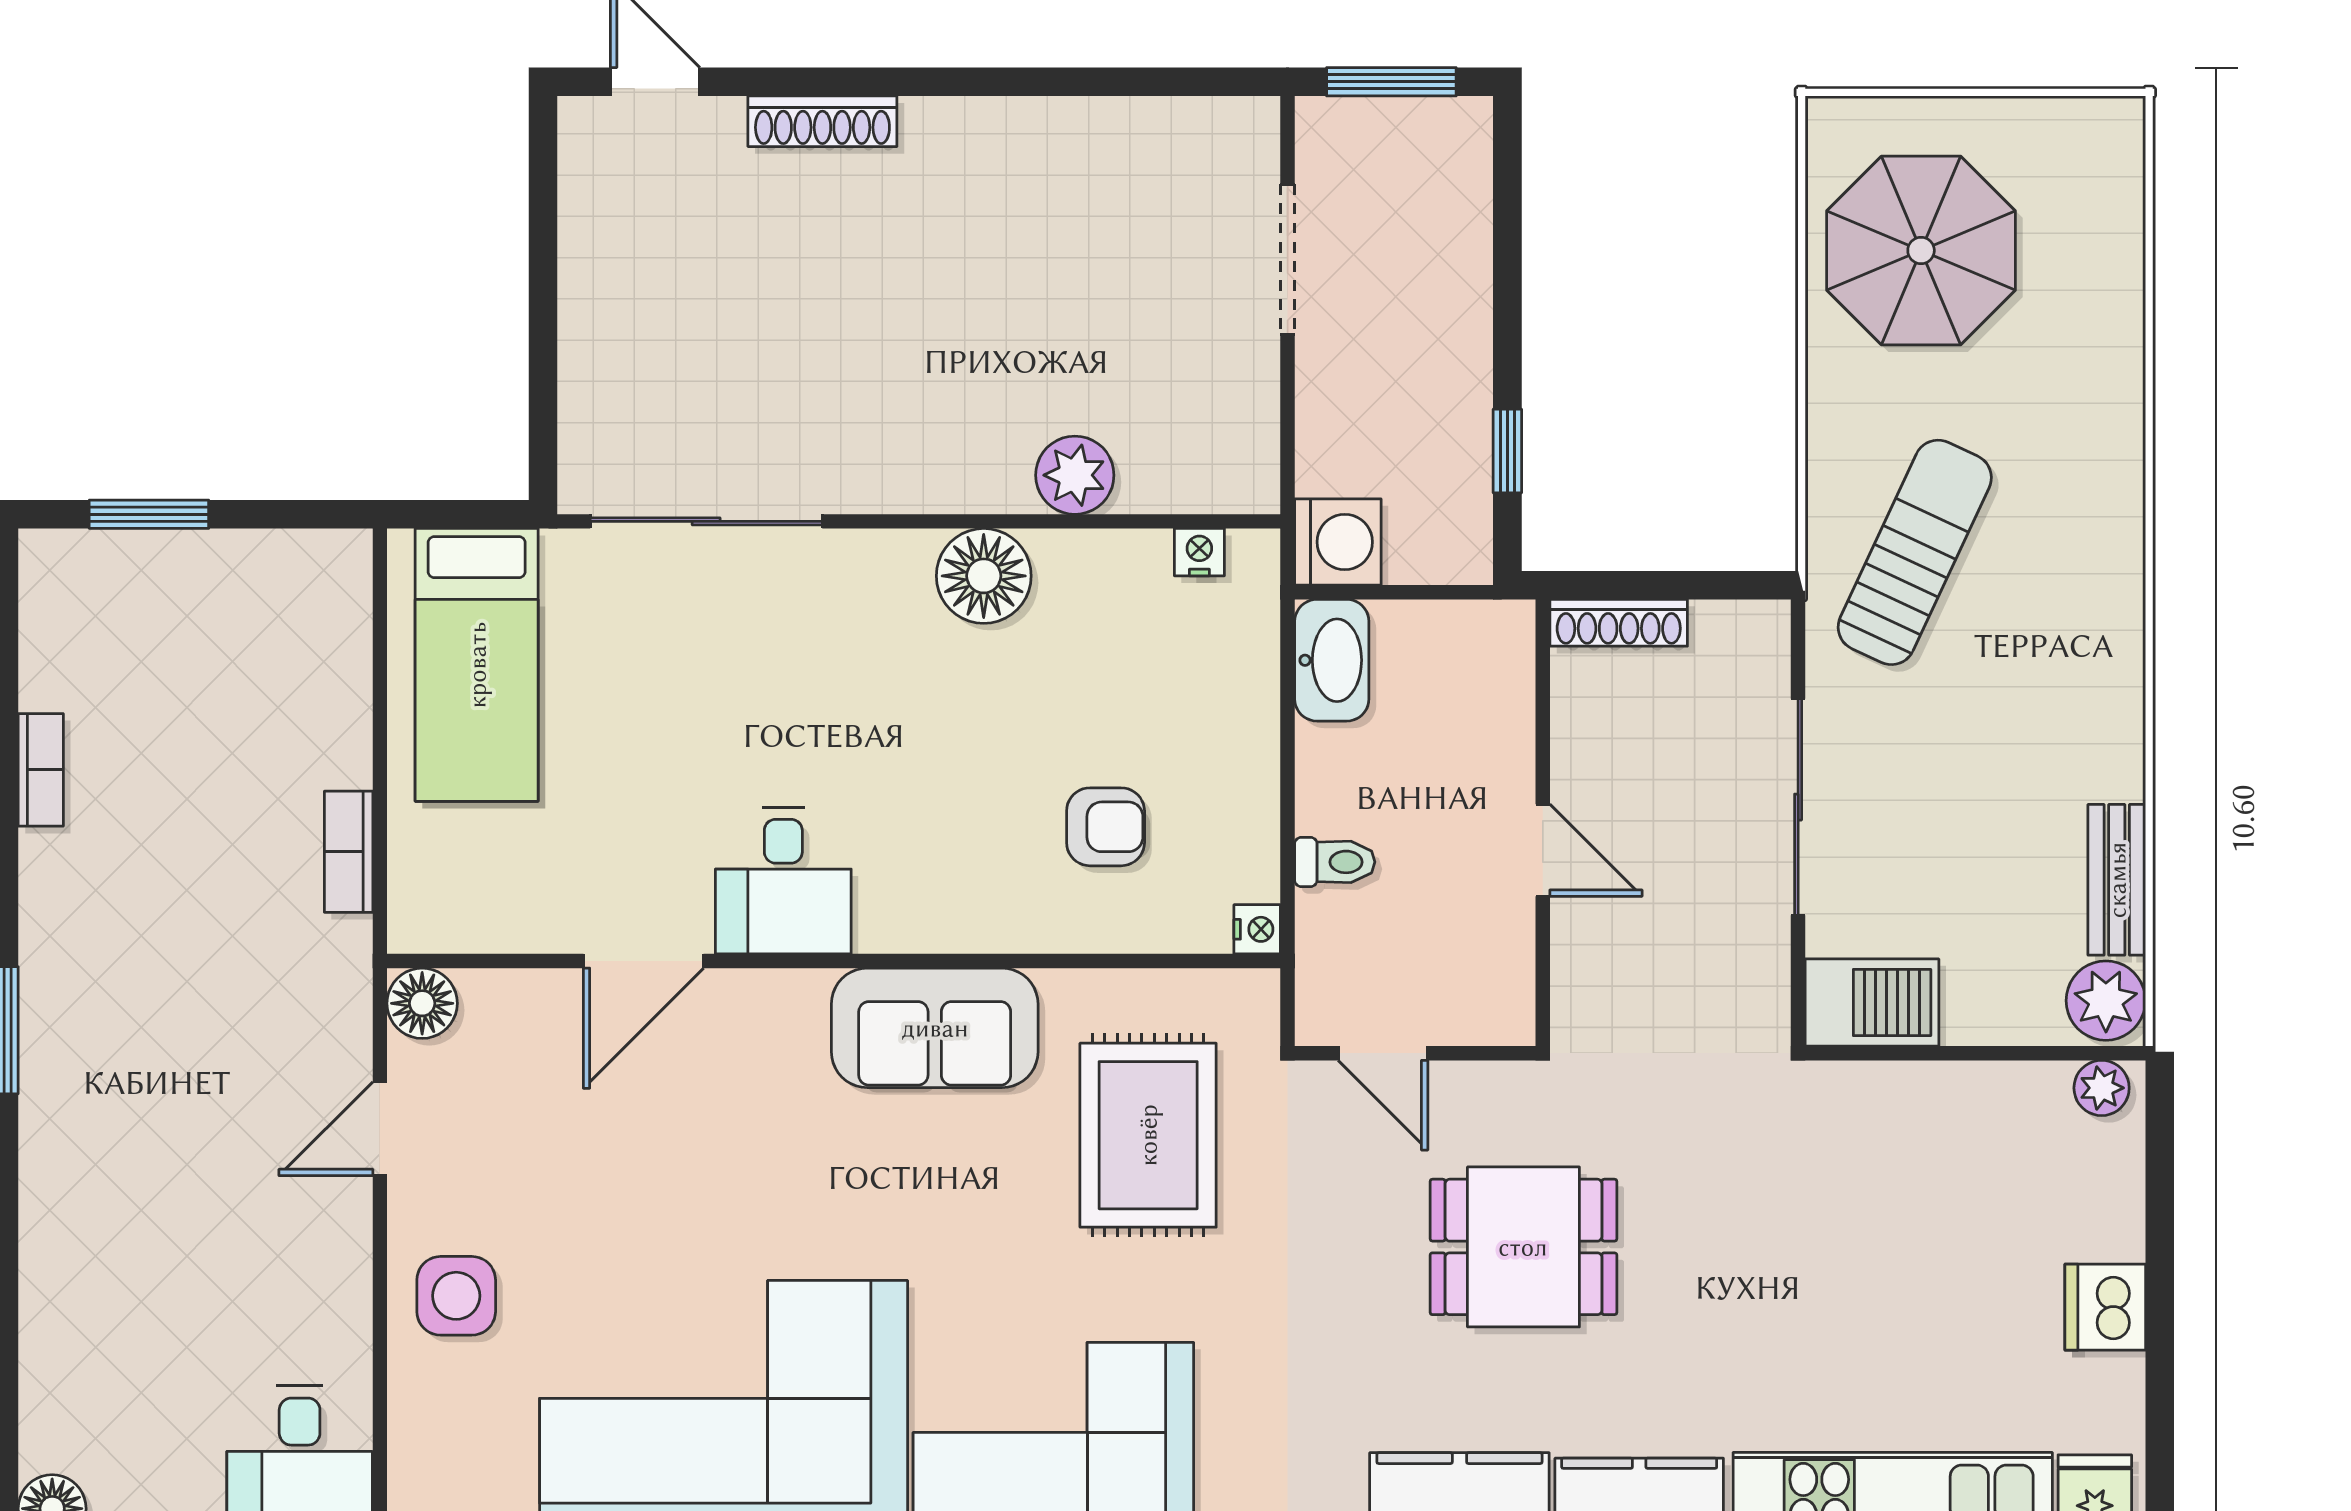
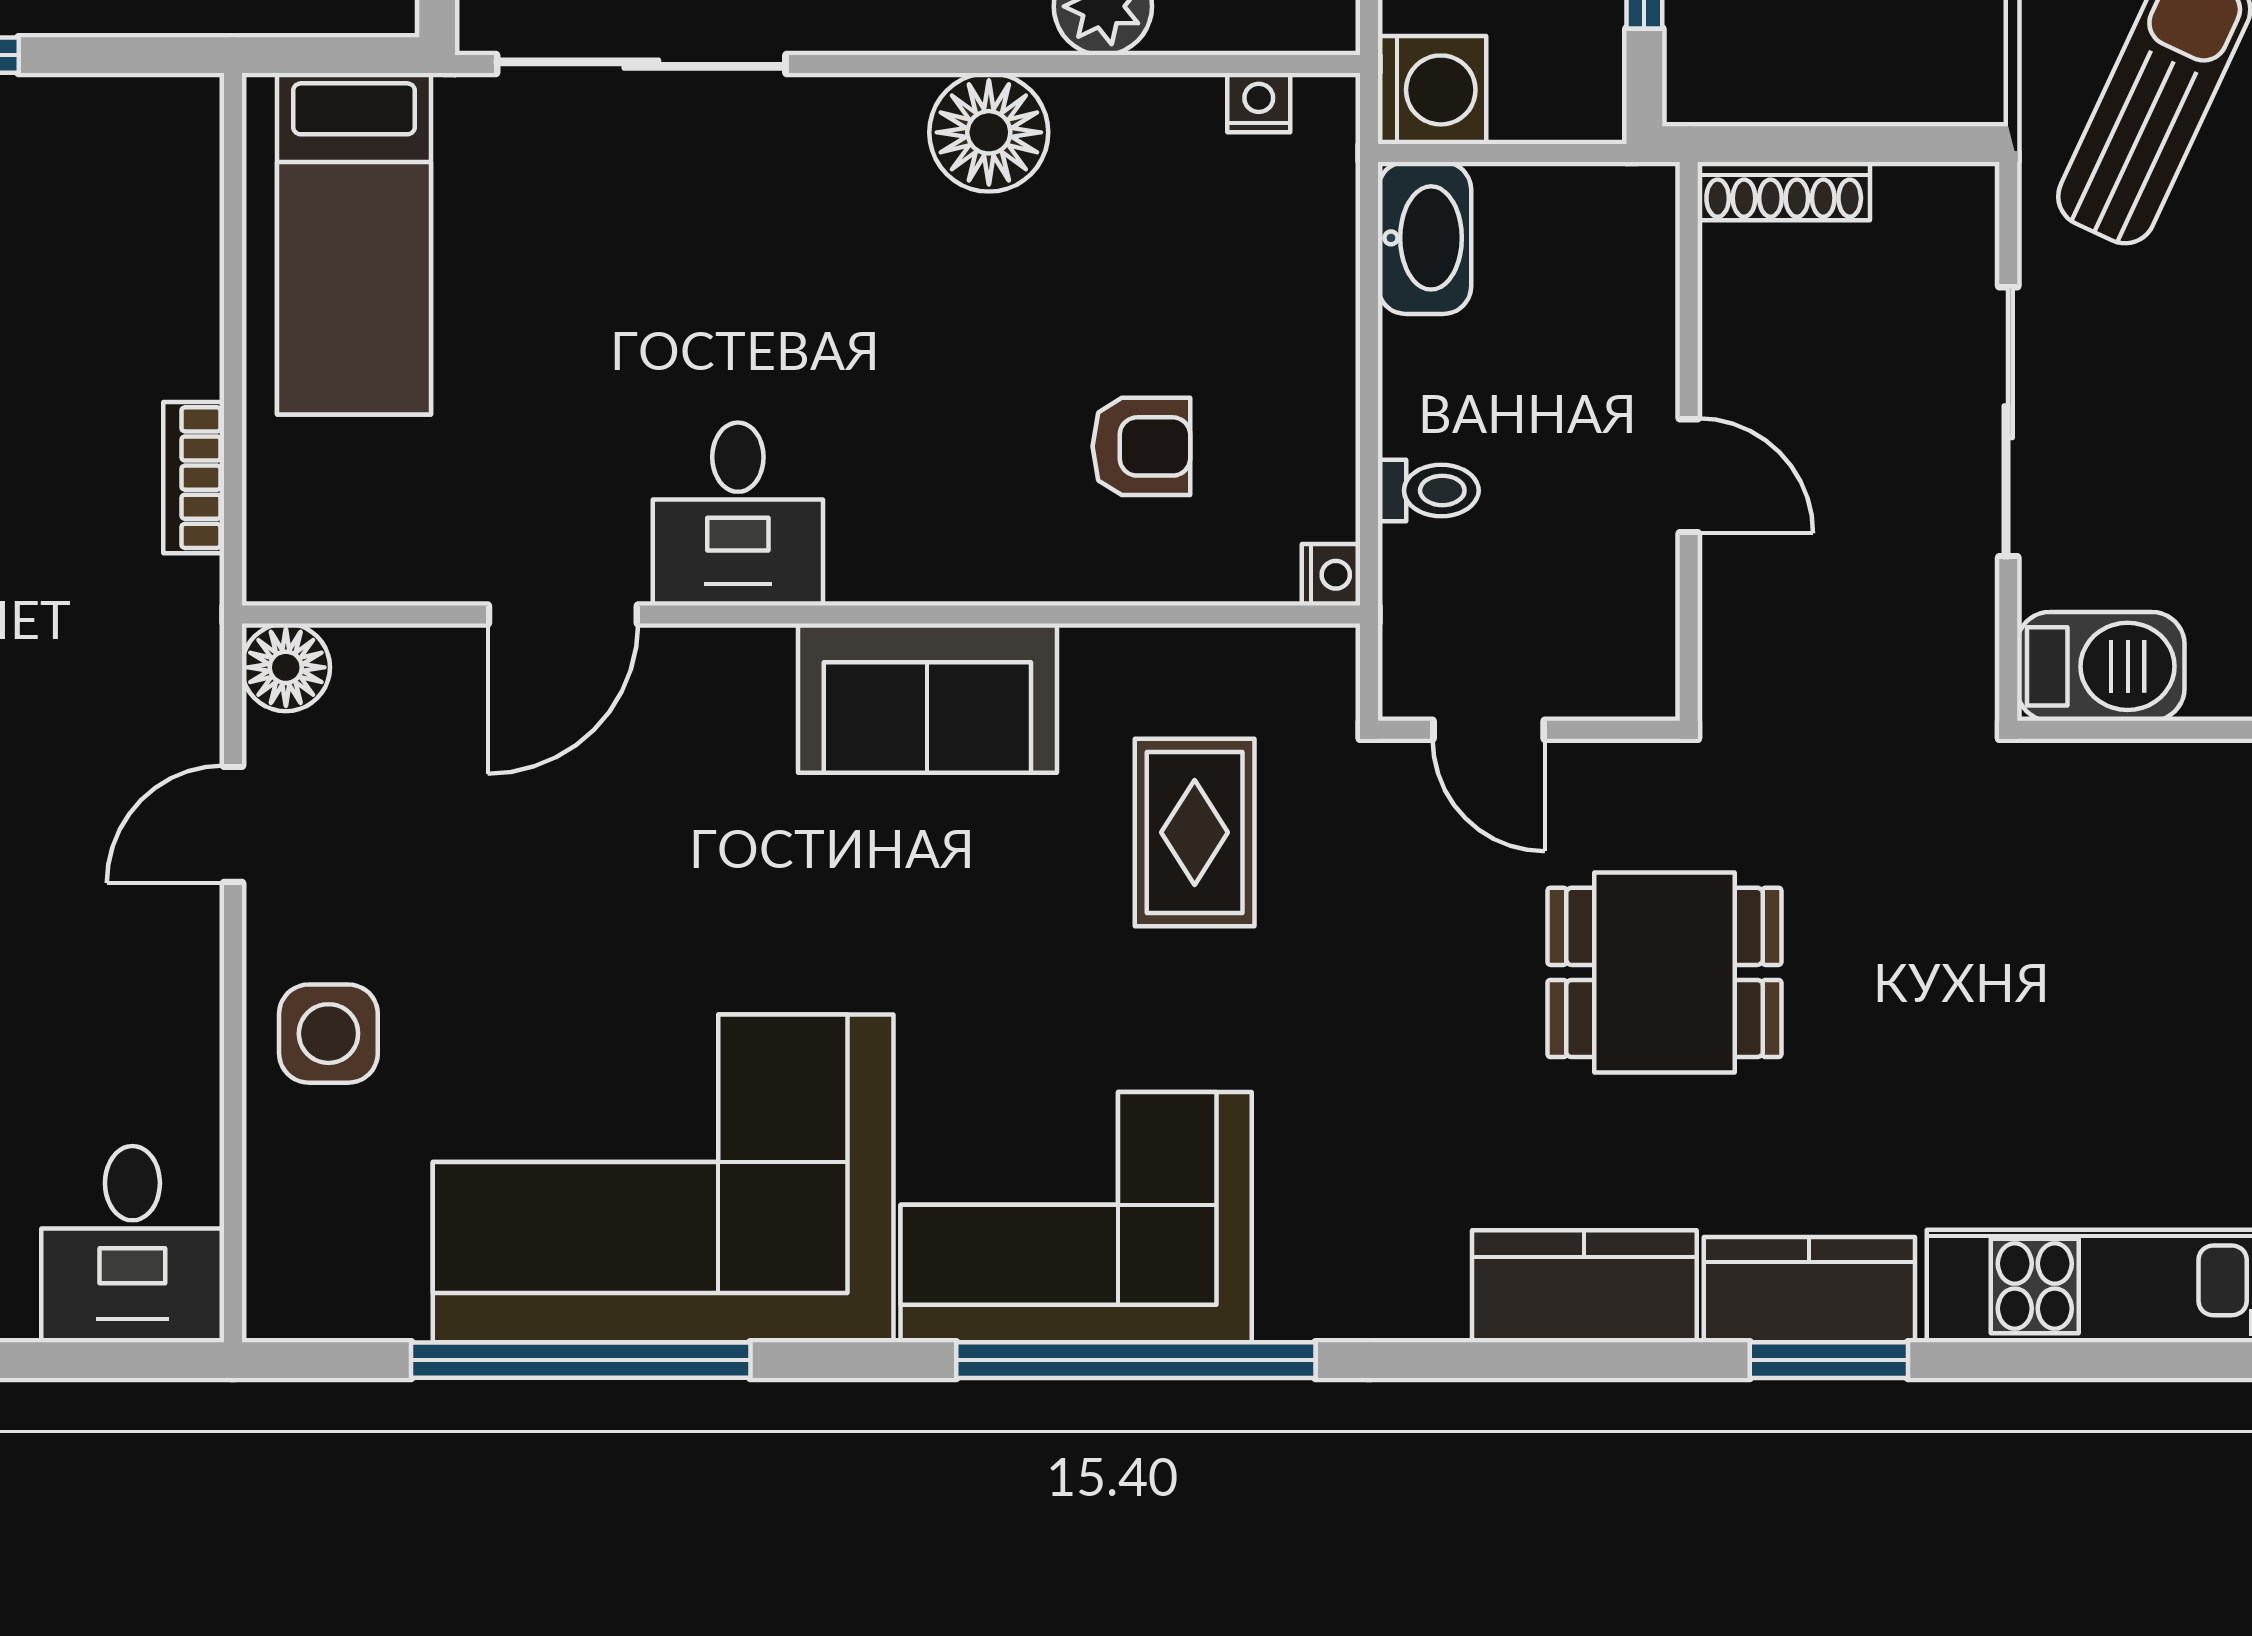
rug: (1148, 1135) -> (1195, 832), width x0.73, depth x0.70

